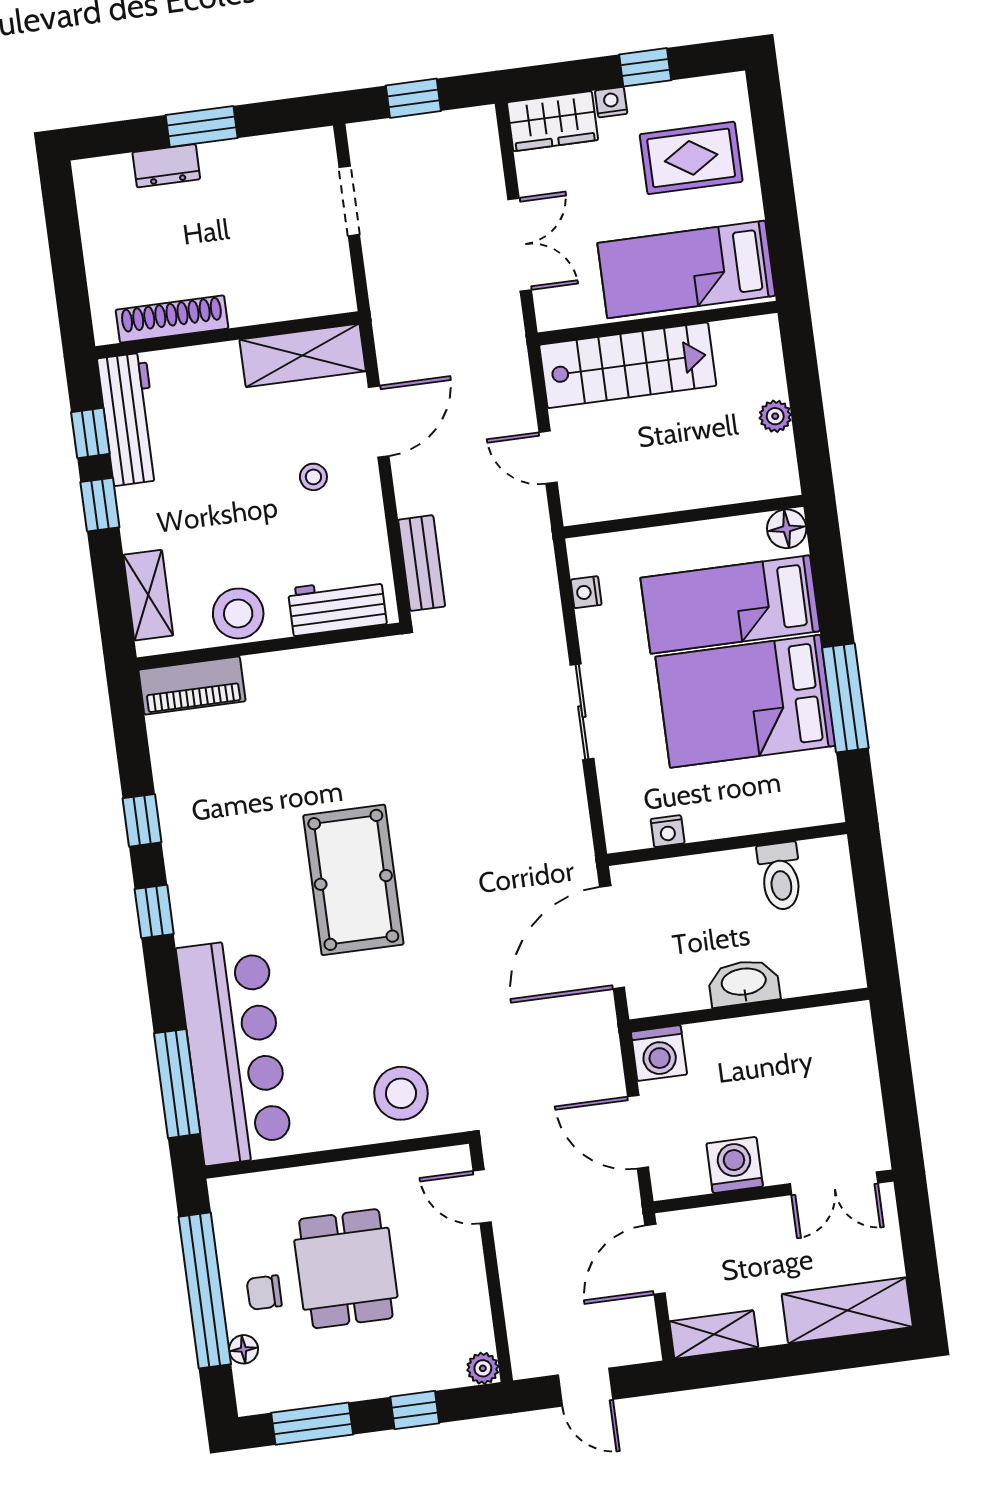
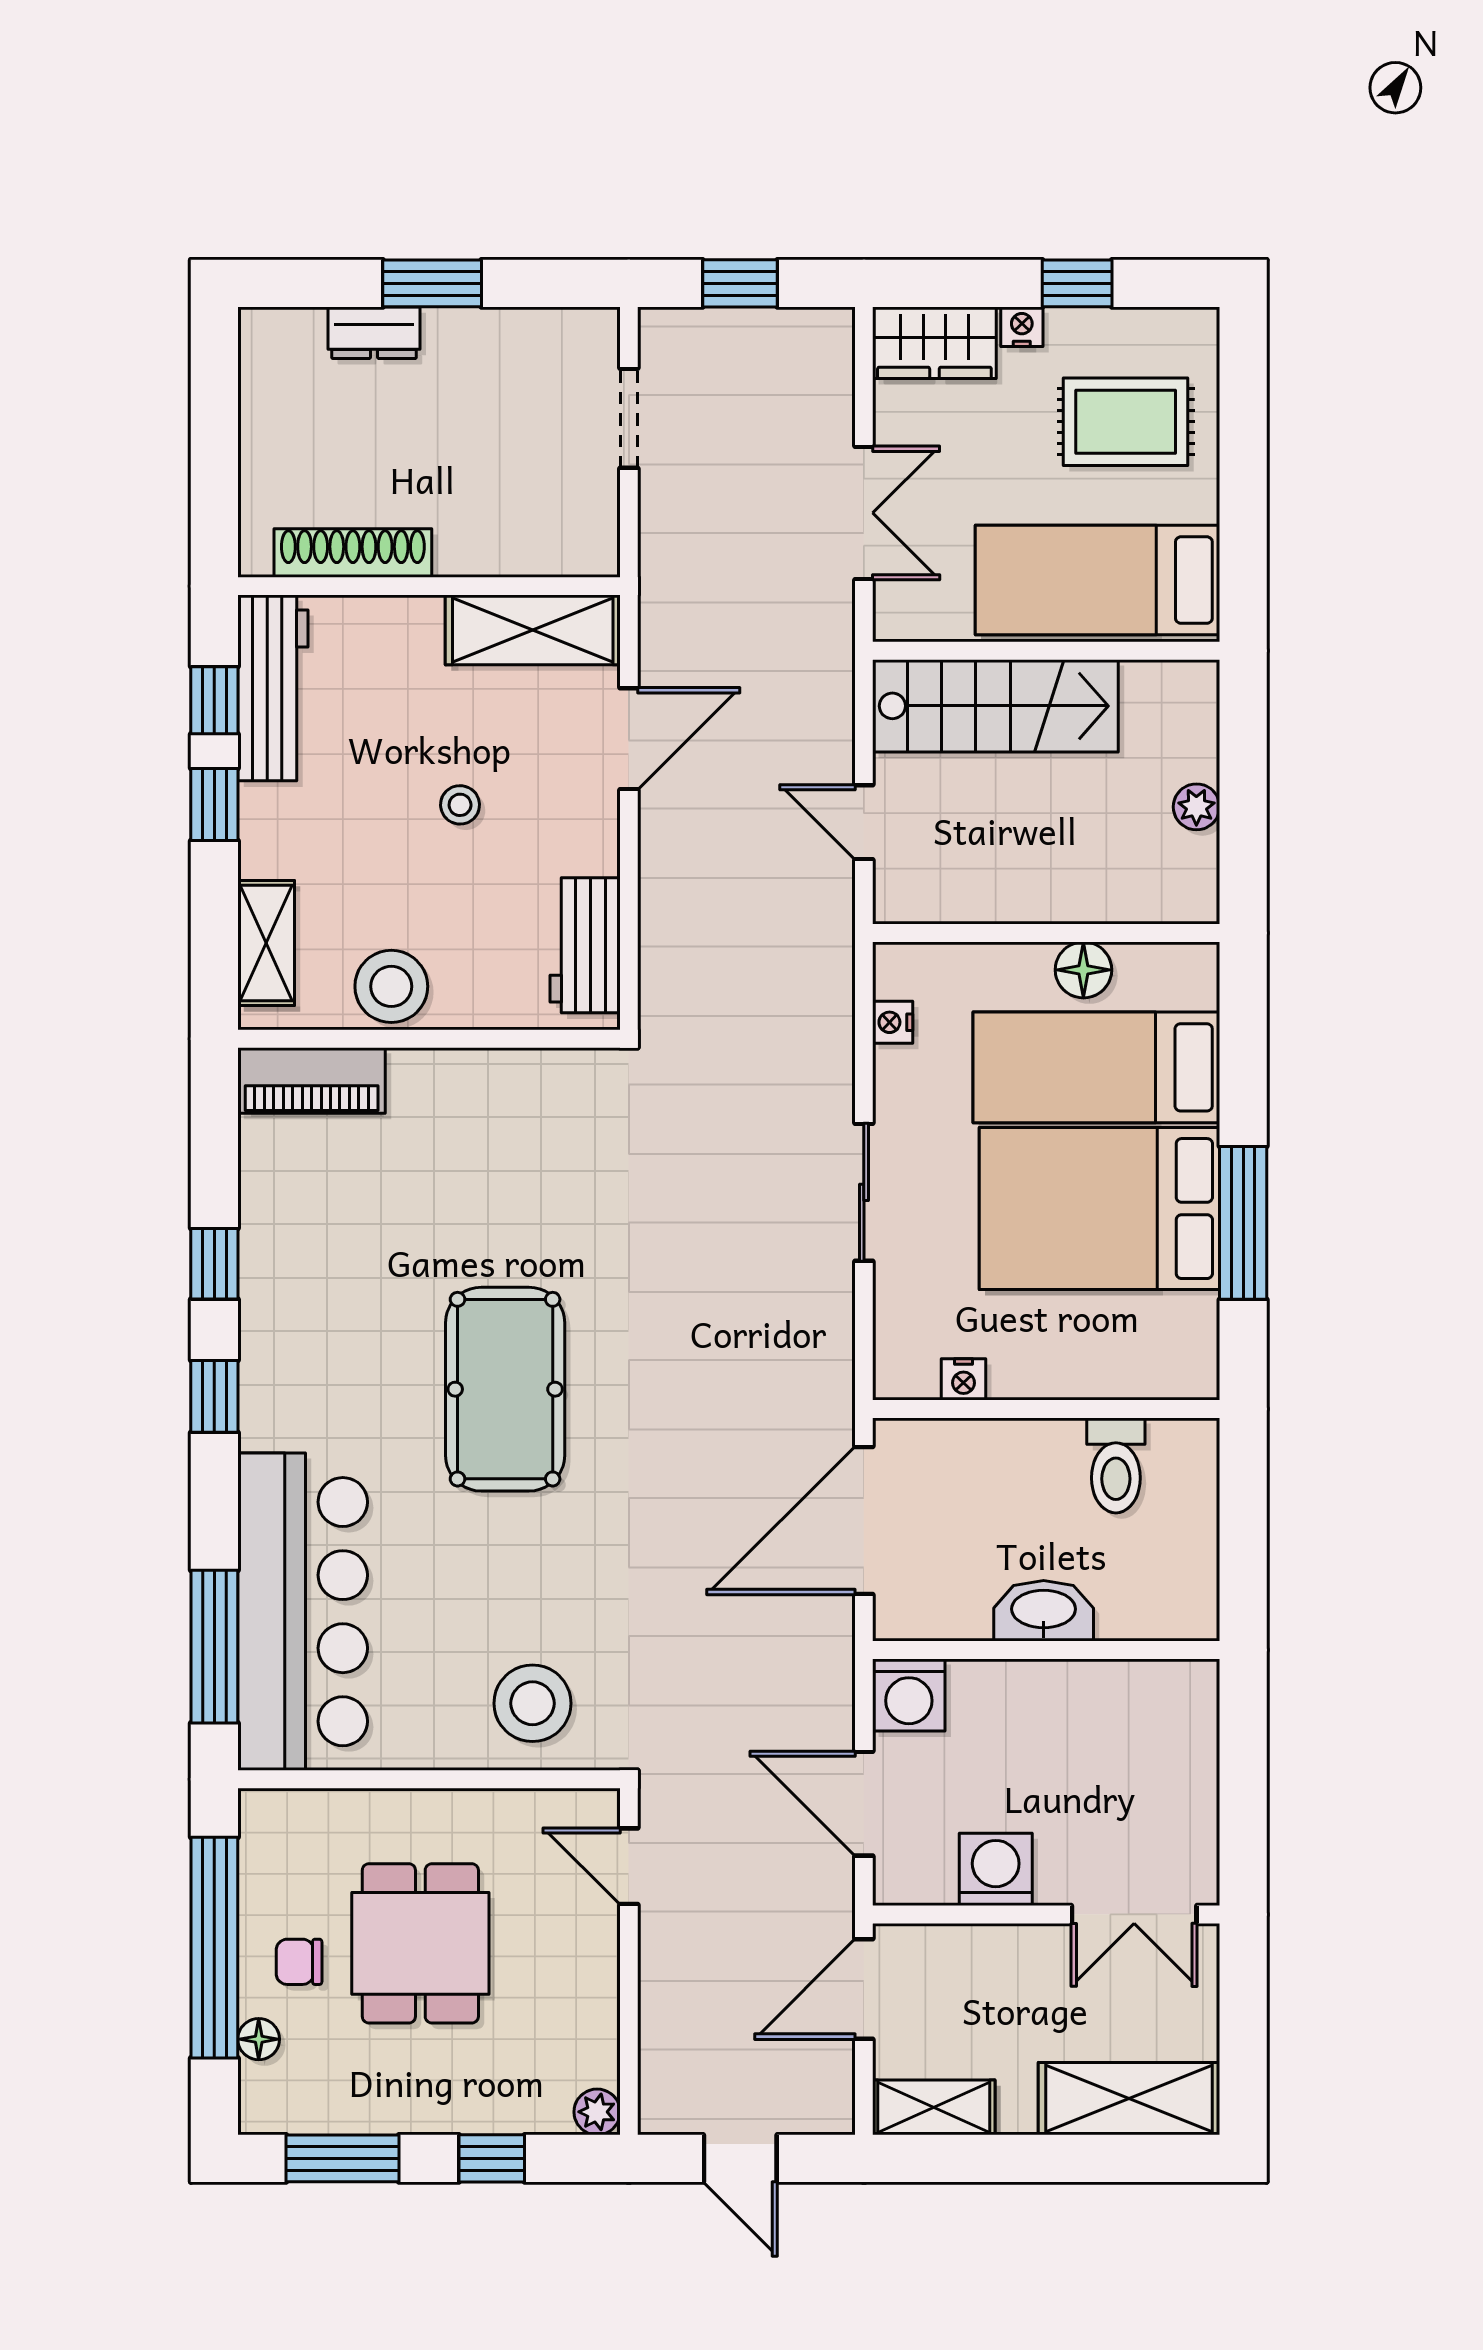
stool: (313, 477) -> (460, 805), moved
floor lamp: (787, 529) -> (1083, 970), moved
bench: (422, 563) -> (663, 949), removed
workbench: (337, 606) -> (585, 945), moved, turned -90

